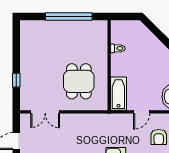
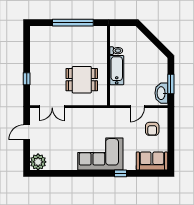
dining table: (79, 81) -> (82, 80), turned 90
bathtub: (118, 94) -> (117, 70), moved

